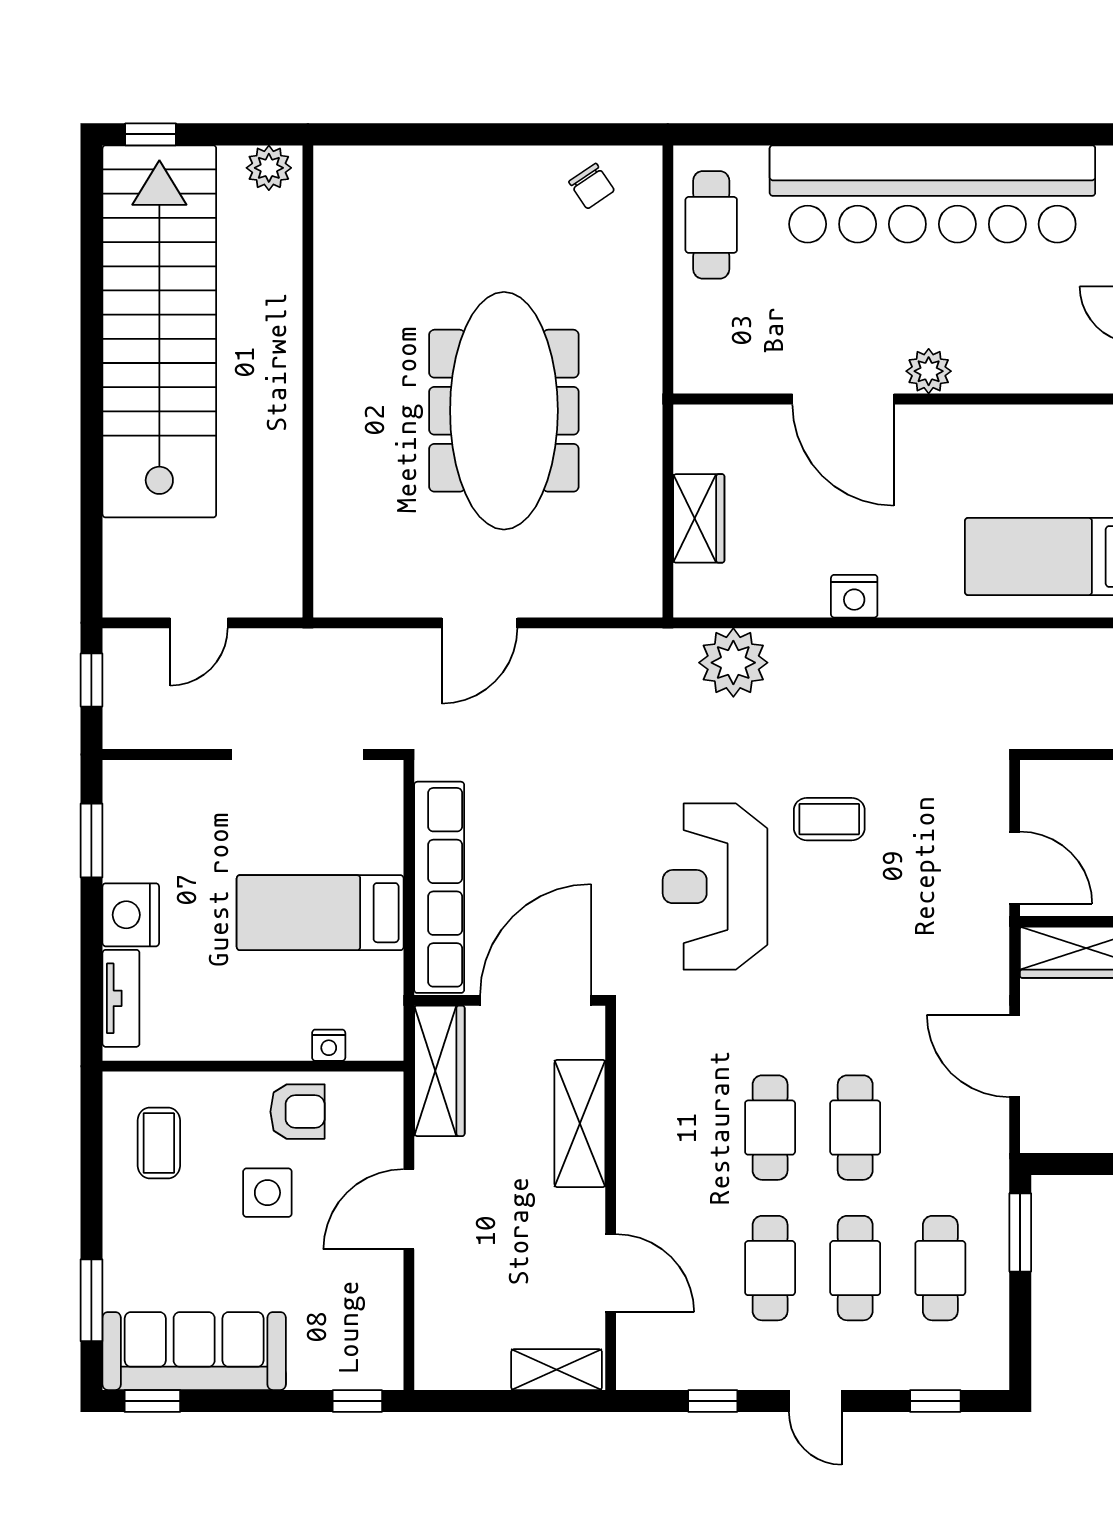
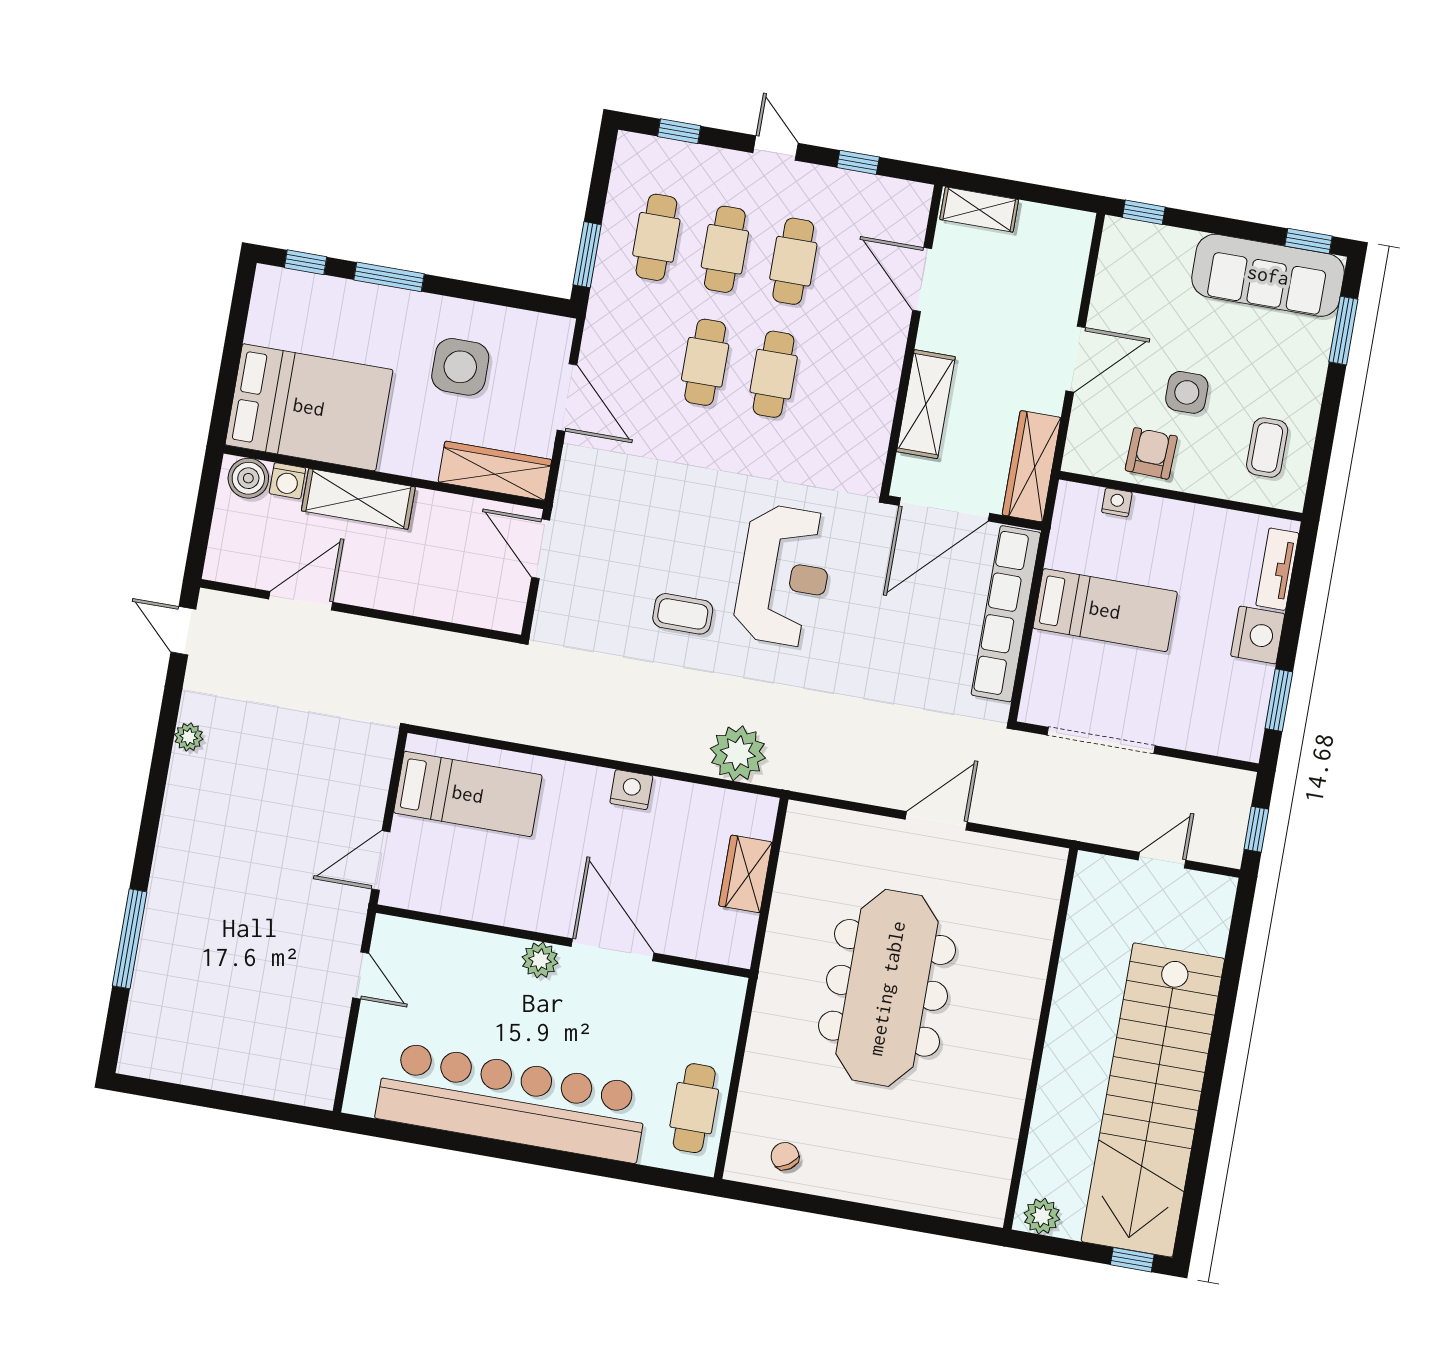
armchair: (297, 1112) -> (1151, 453), turned 92

